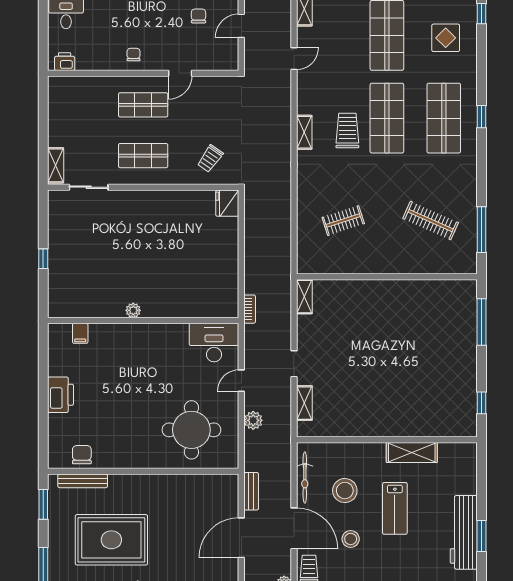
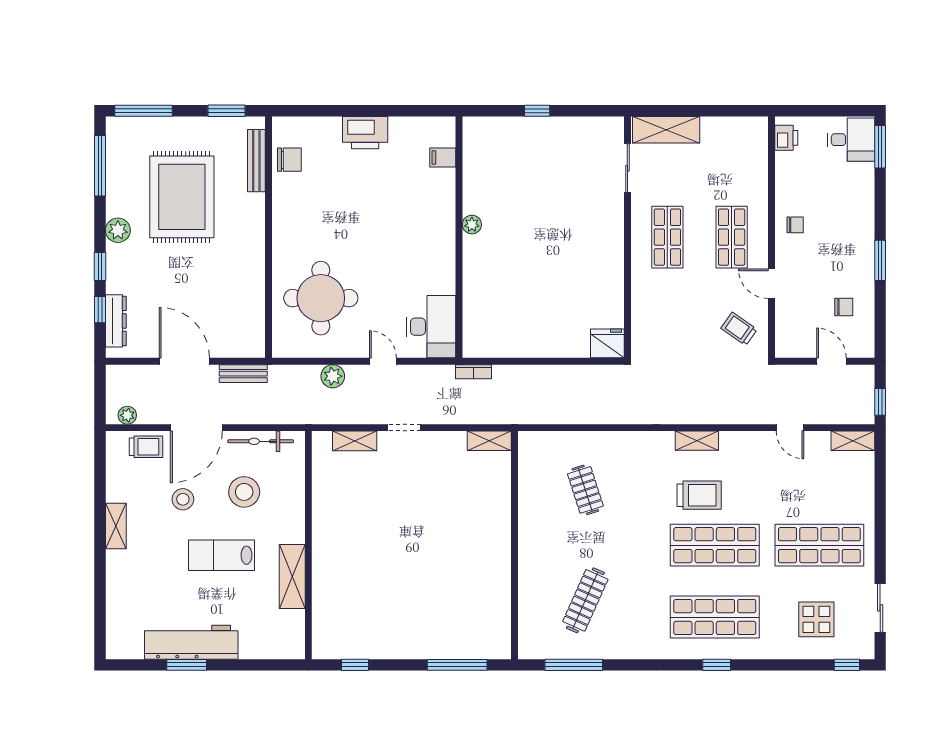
trolley: (210, 159) -> (739, 329), moved
shelving: (56, 165) -> (666, 130), width x1.50, depth x1.33

